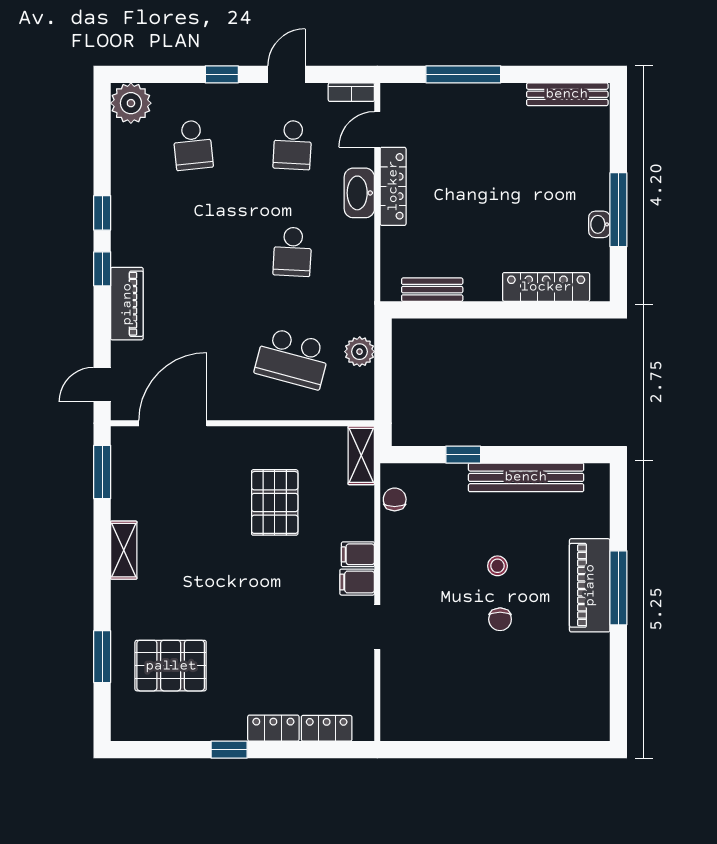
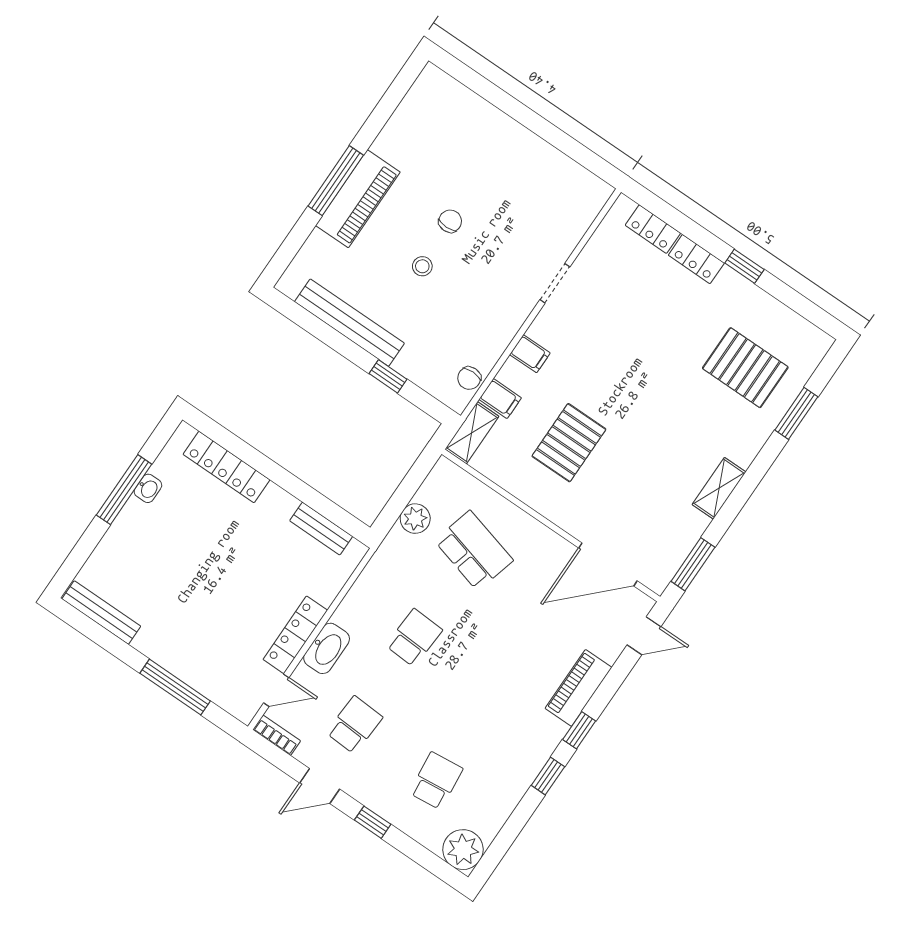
filing cabinet: (357, 582) -> (500, 399), moved

